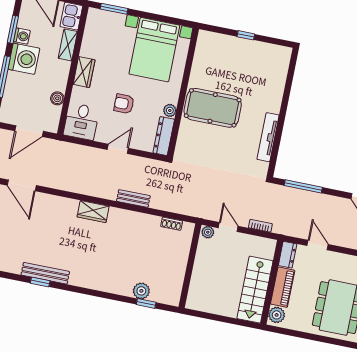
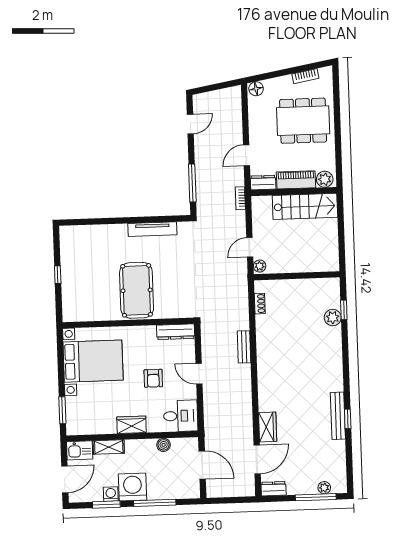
plant: (170, 110) -> (149, 332), removed
wardrobe: (93, 212) -> (268, 427), moved
bookcase: (260, 226) -> (240, 198), moved

